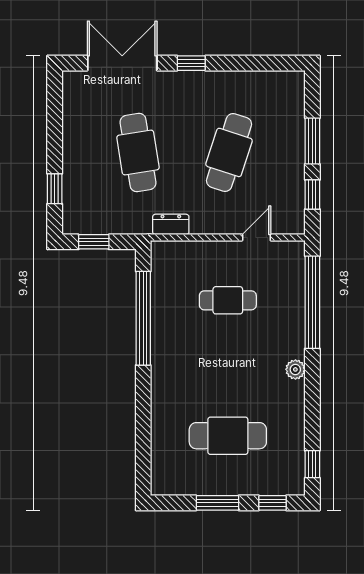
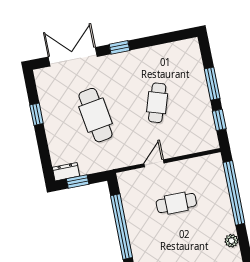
cafe table: (229, 152) -> (157, 103), width x0.73, depth x0.74
window: (55, 189) -> (37, 114), moved
dresser: (171, 224) -> (66, 172), moved
door: (256, 238) -> (154, 163), moved

